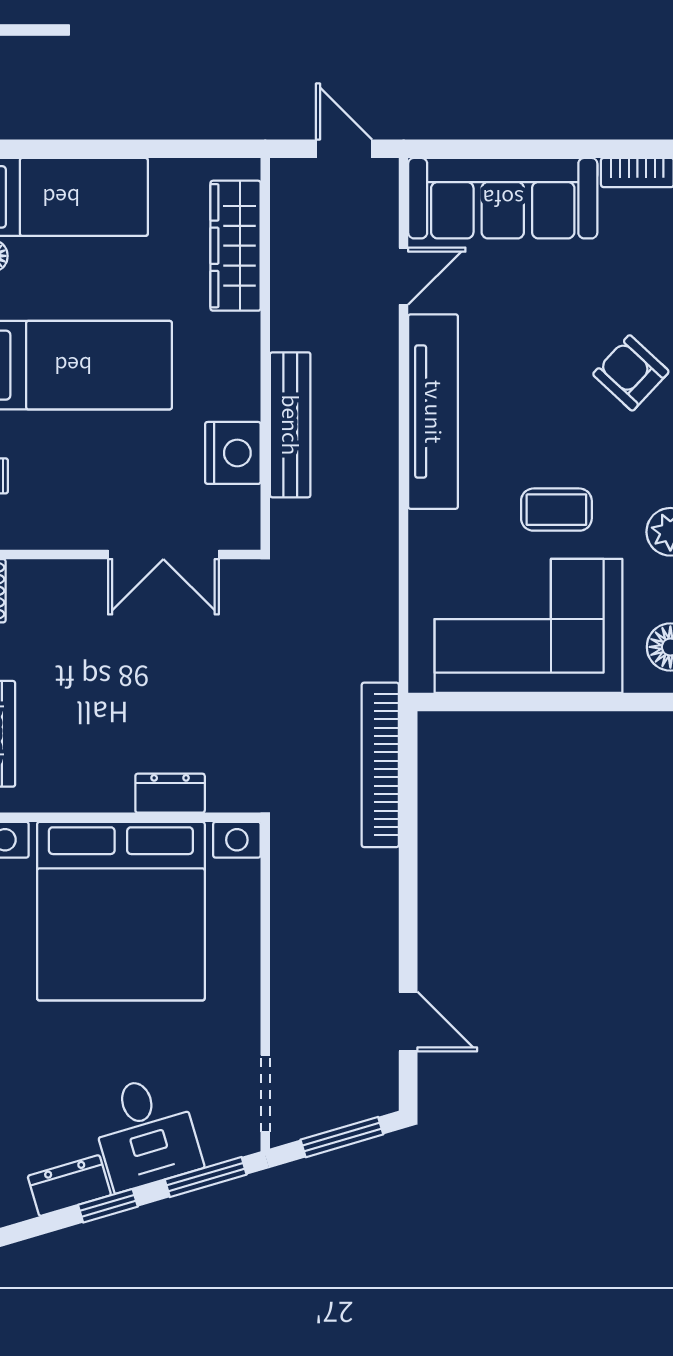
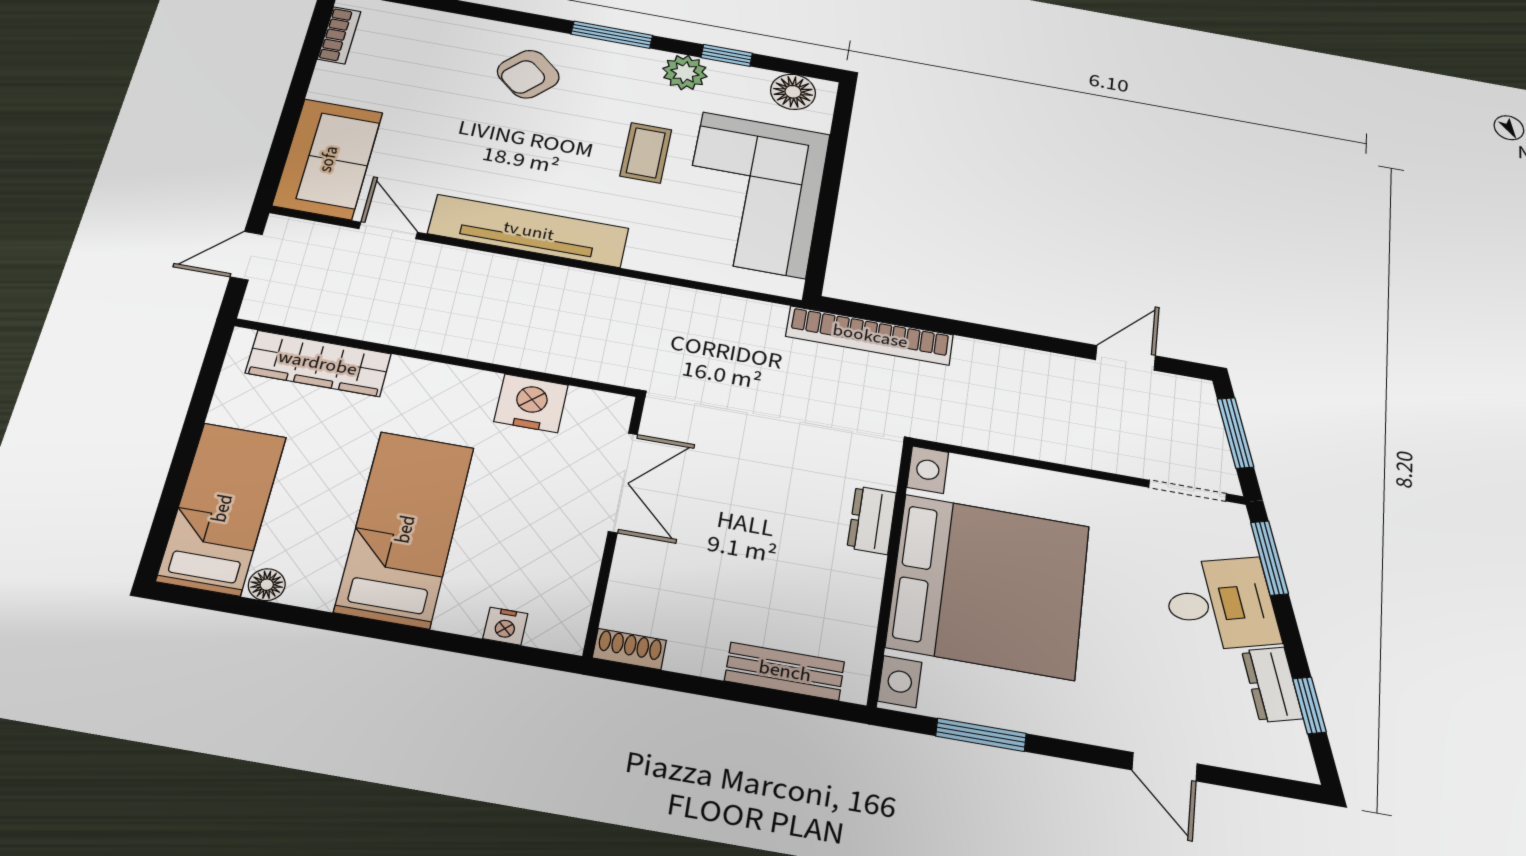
sofa: (503, 198) -> (328, 159), width x0.73
bench: (290, 425) -> (514, 350), removed
window: (108, 1206) -> (1309, 705), moved

